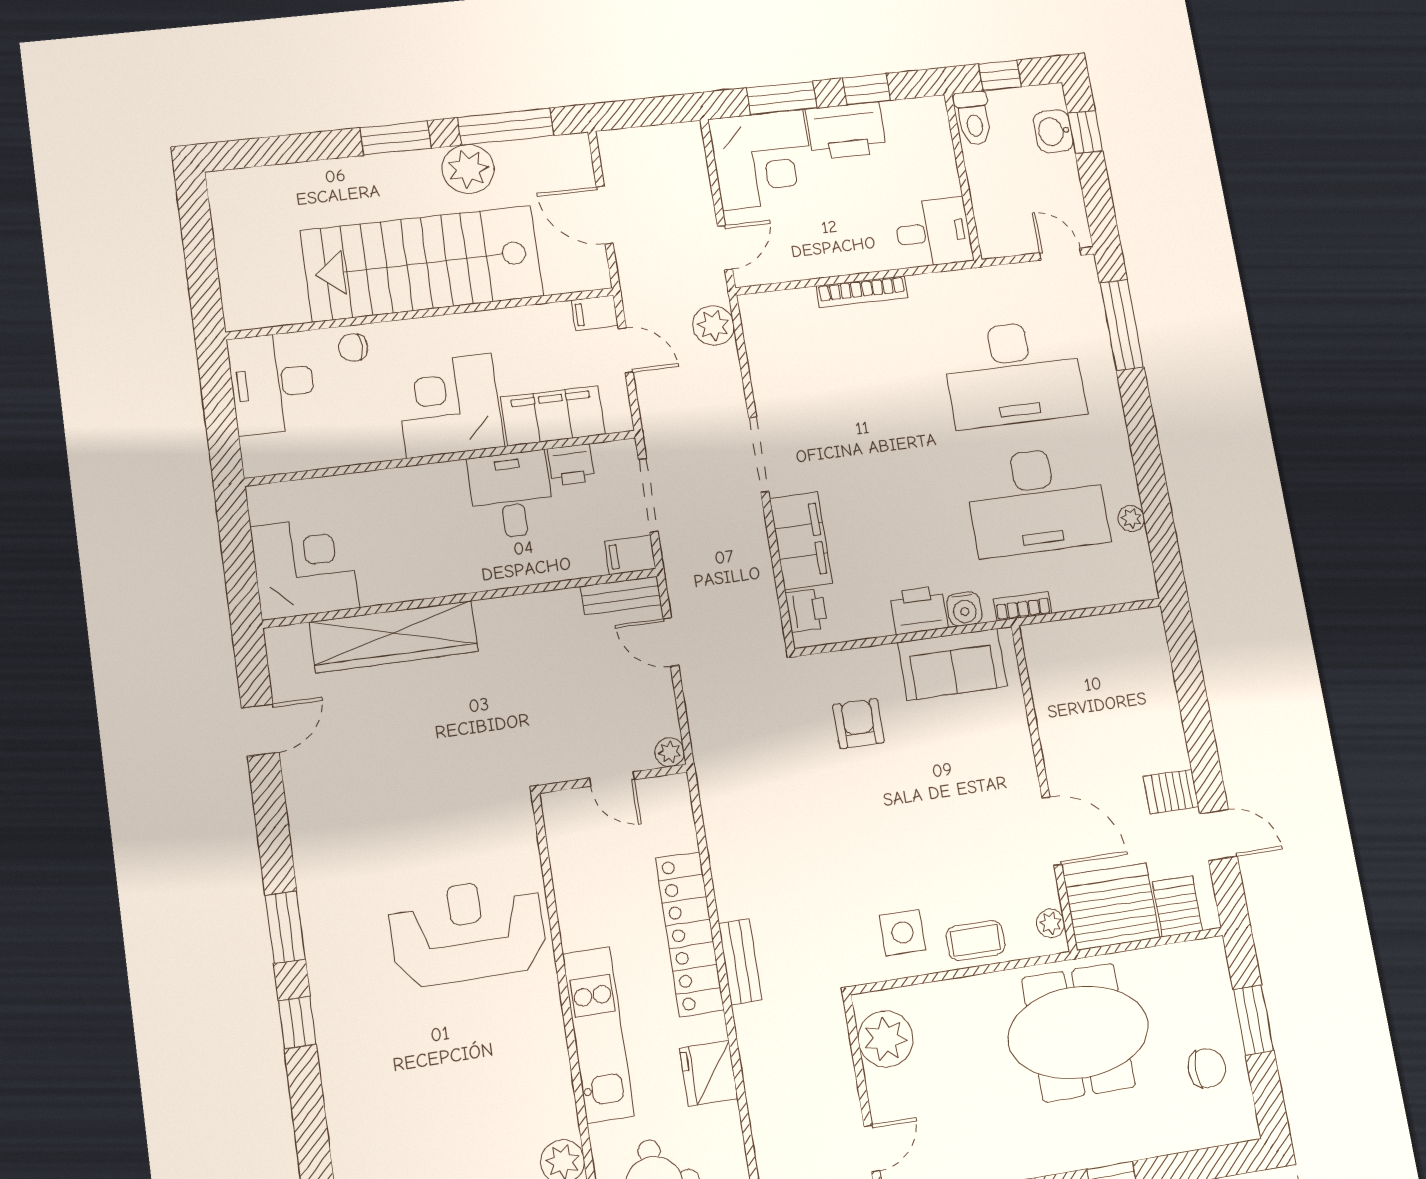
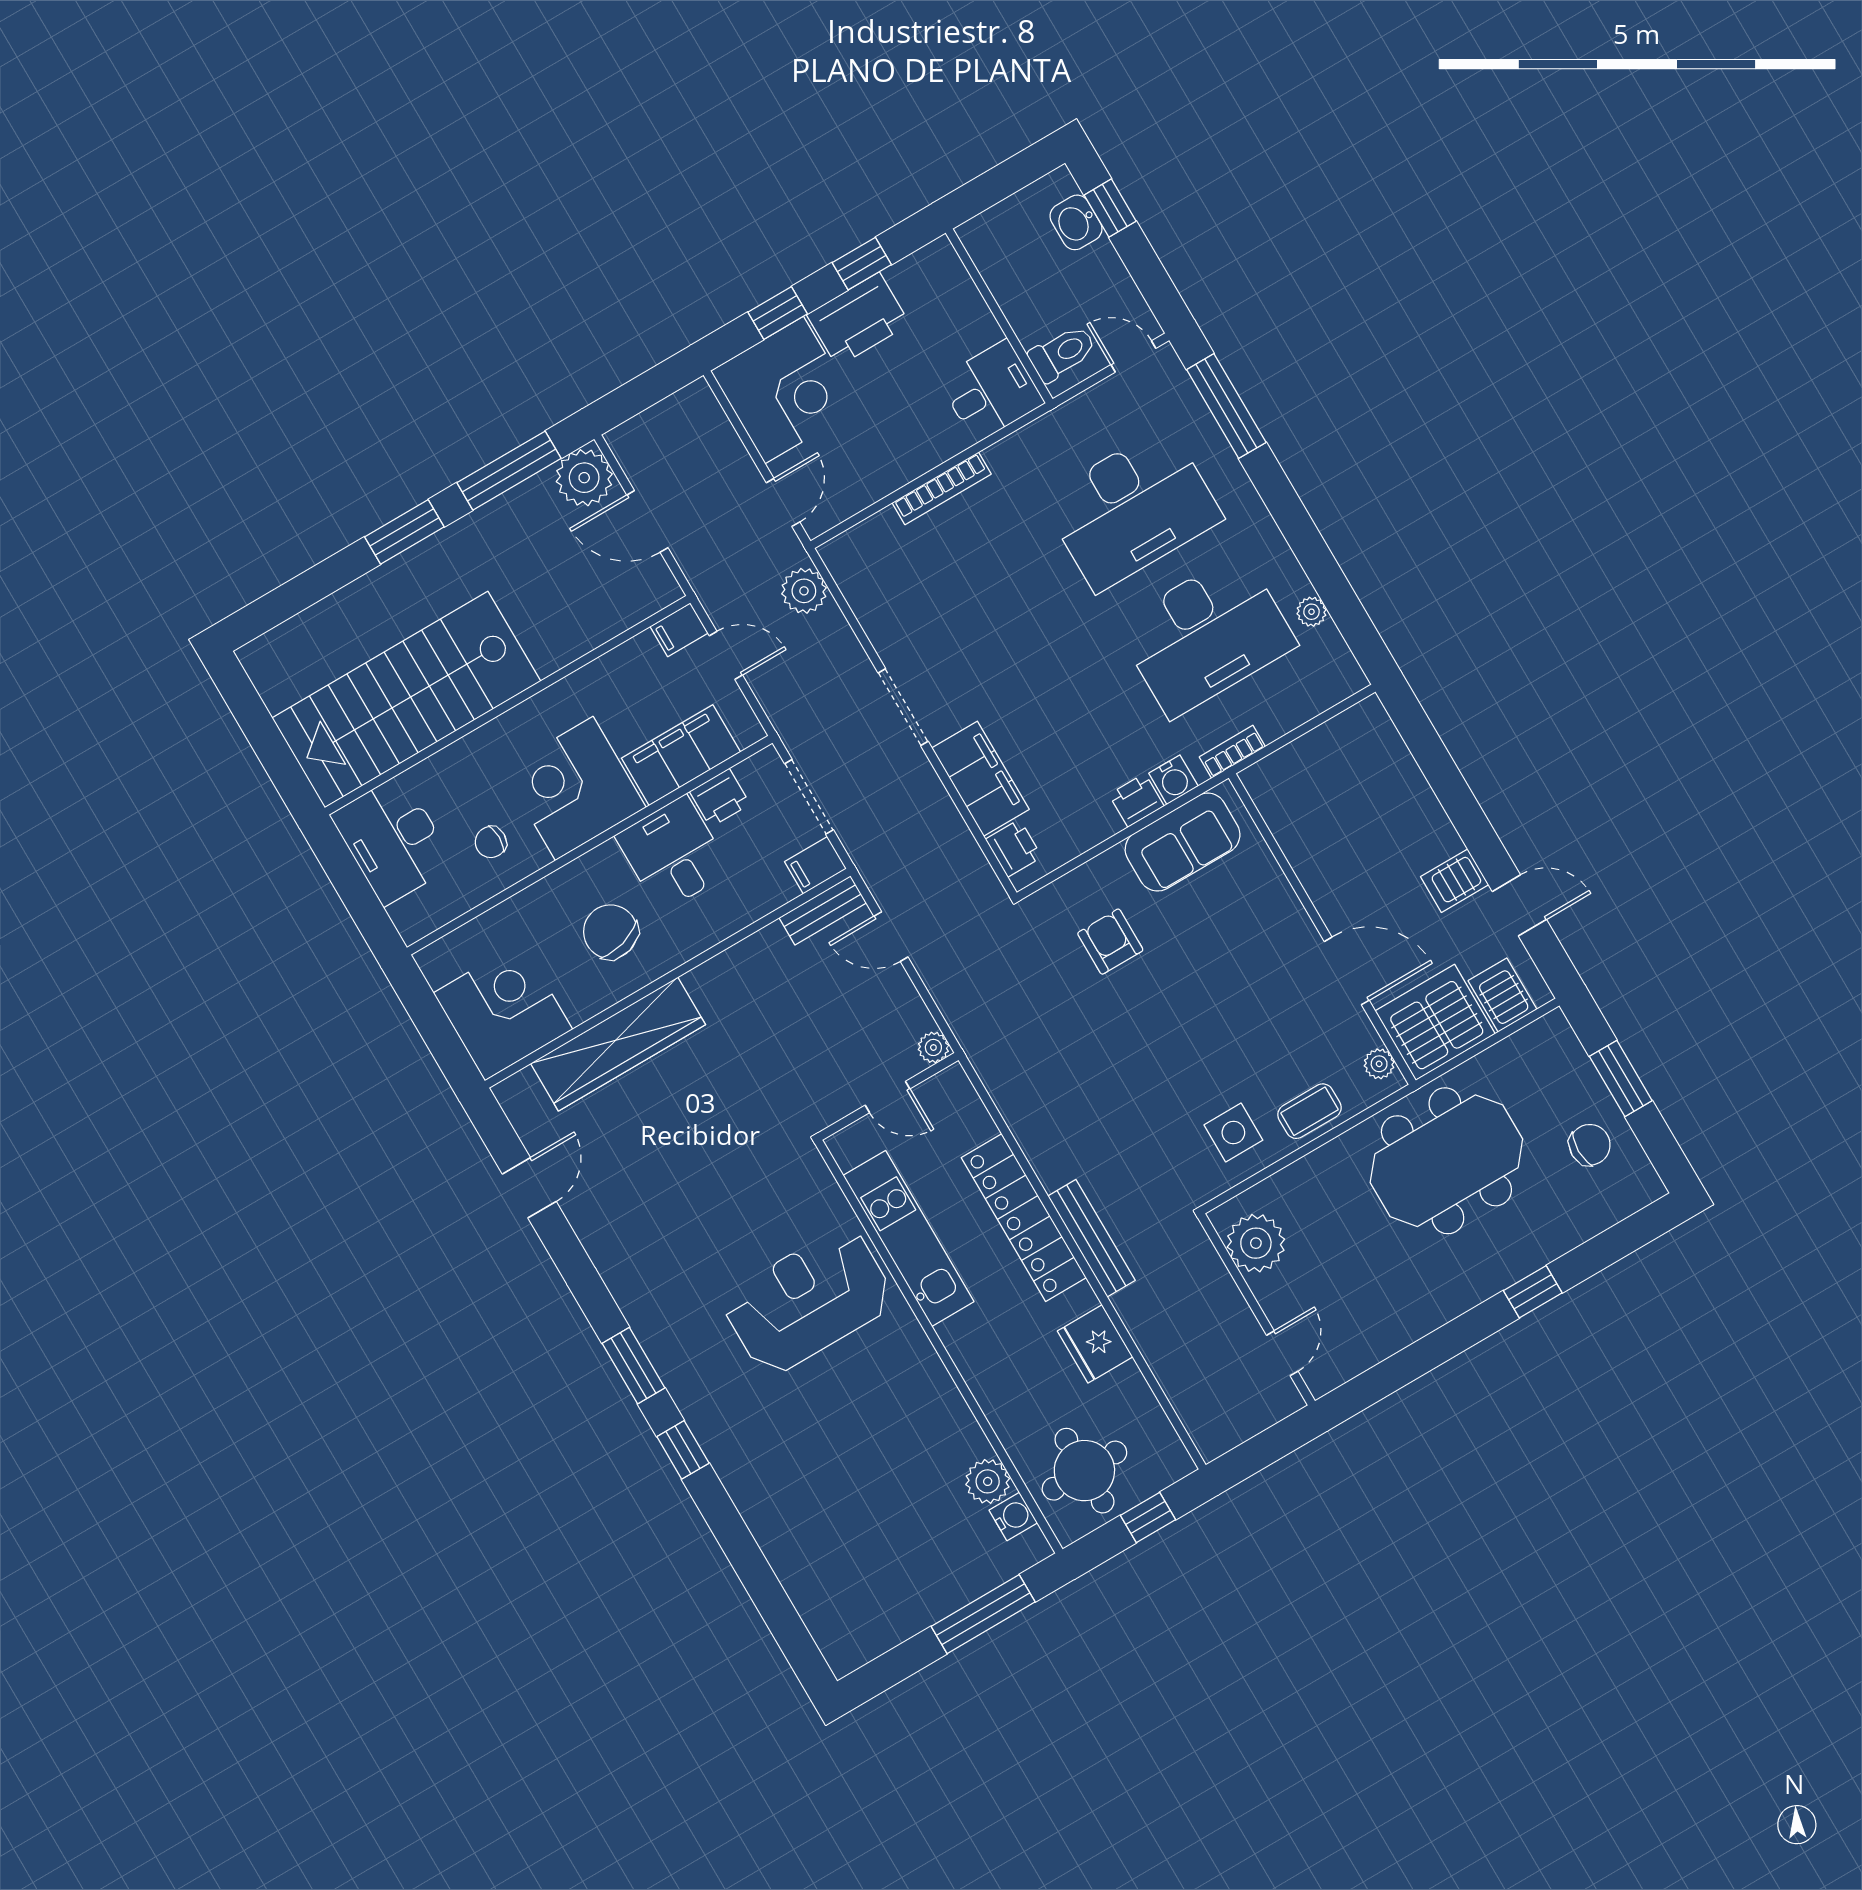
window: (1000, 75) -> (996, 185), removed
window: (782, 98) -> (778, 313), width x0.67
toilet: (974, 118) -> (1062, 353), moved, turned -90
plant: (468, 169) -> (584, 478), moved
stairs: (422, 263) -> (406, 700), moved
chair: (353, 347) -> (491, 842), moved
chair: (429, 538) -> (610, 932), added
printer: (919, 610) -> (1136, 800), width x0.73, depth x0.81
bench: (740, 962) -> (1091, 1238), width x1.36
kitchen unit: (598, 1035) -> (909, 1238), moved

